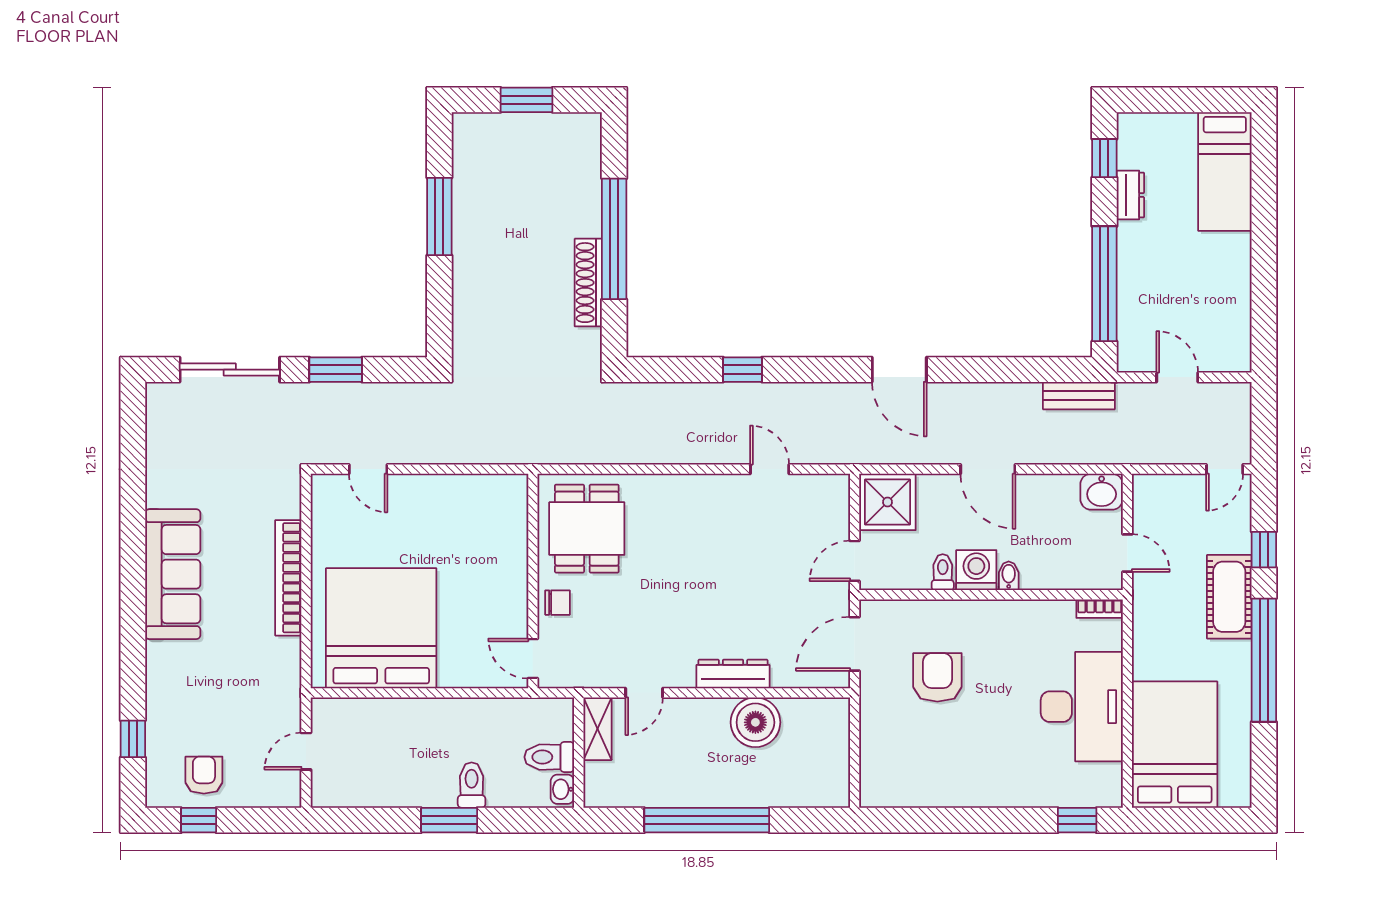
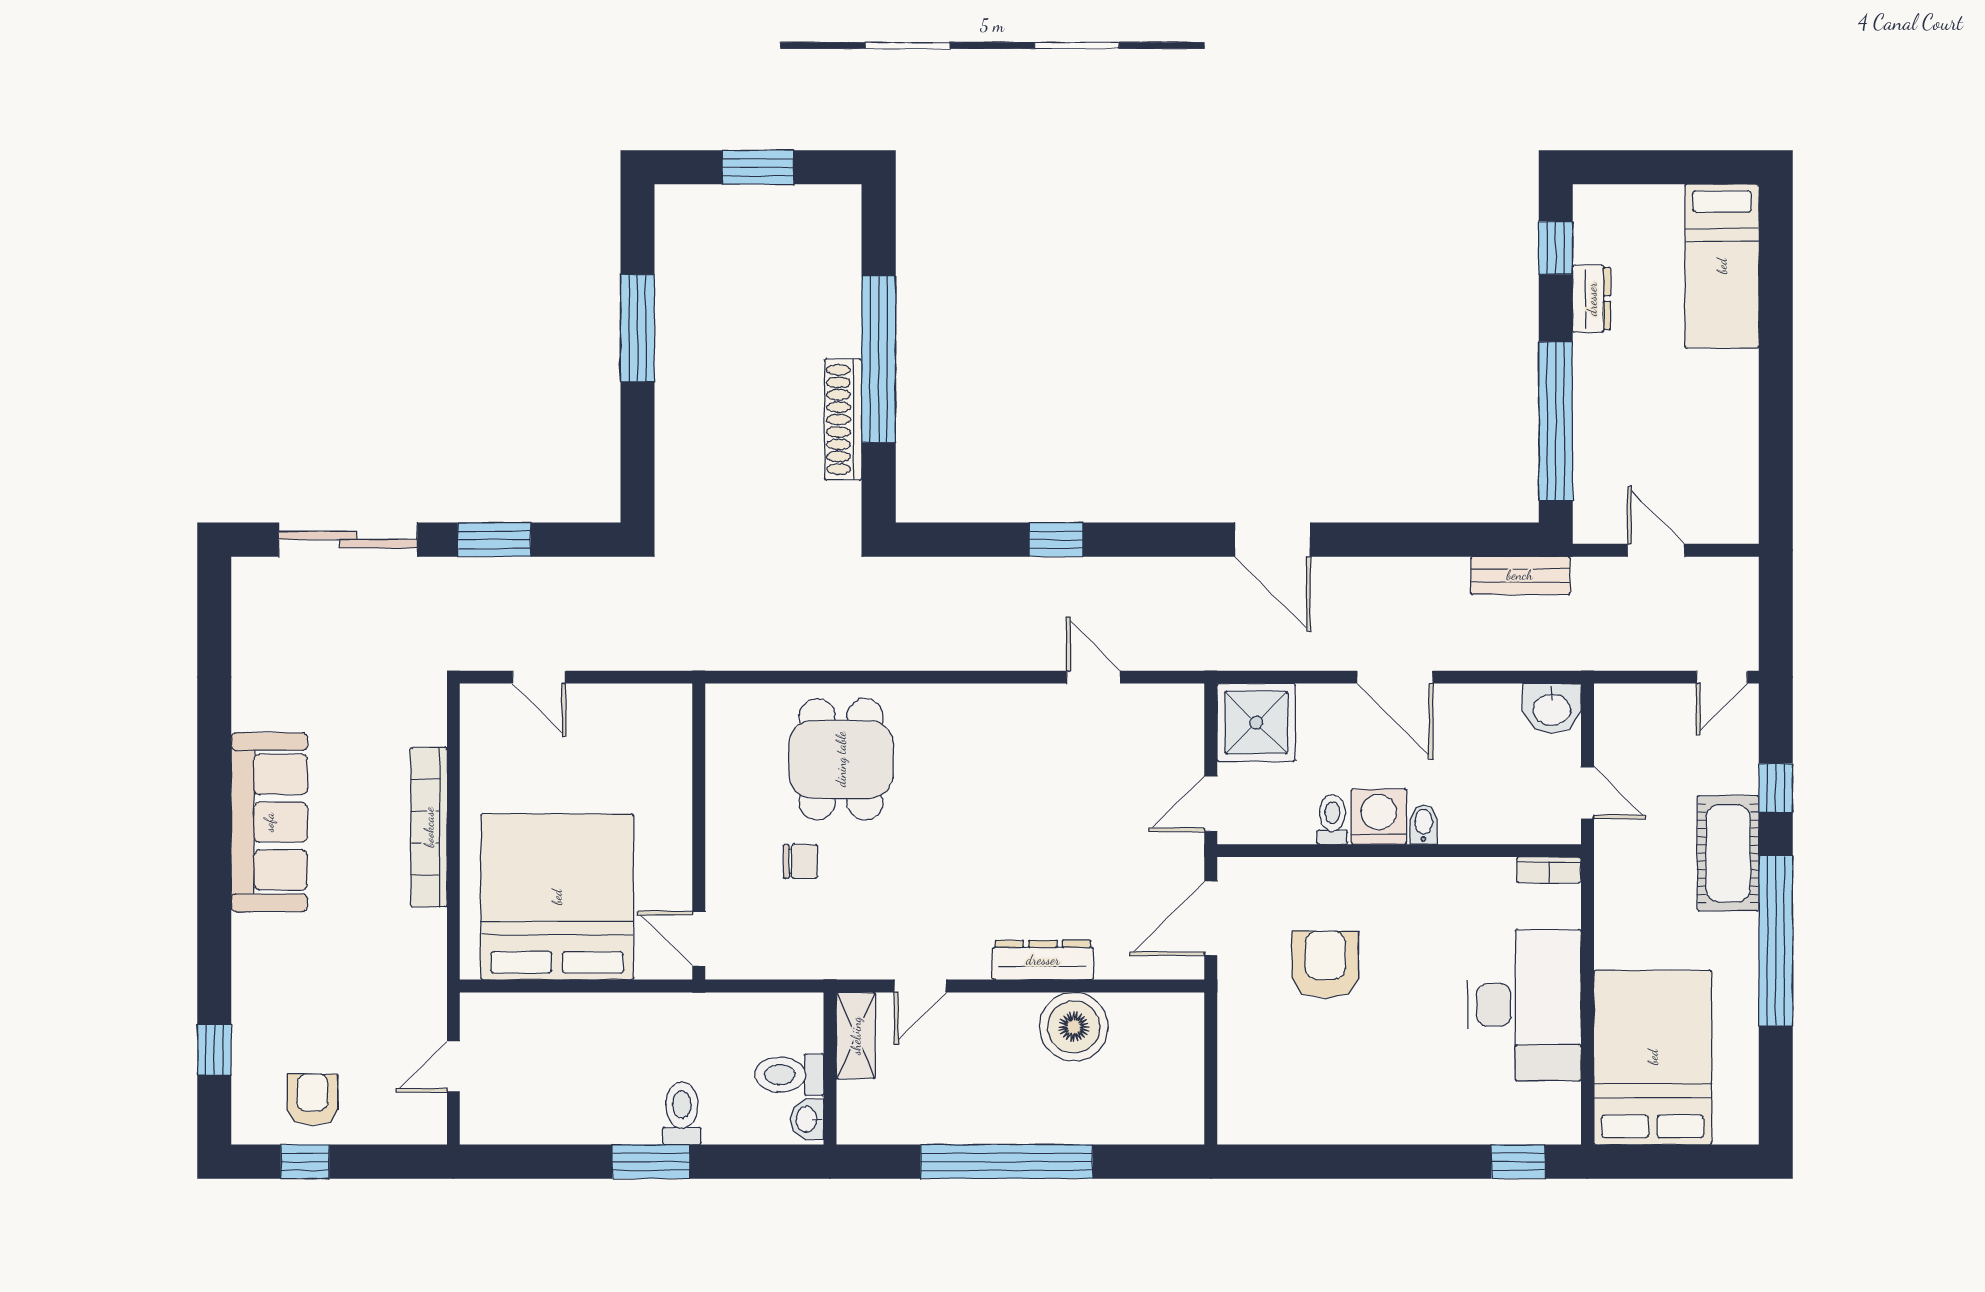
wall: (533, 581) -> (699, 832), moved
door: (533, 659) -> (699, 939), moved

